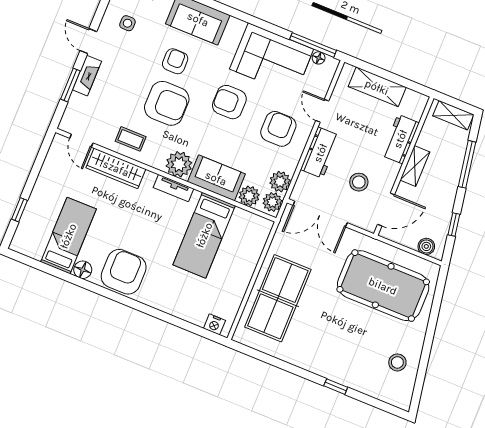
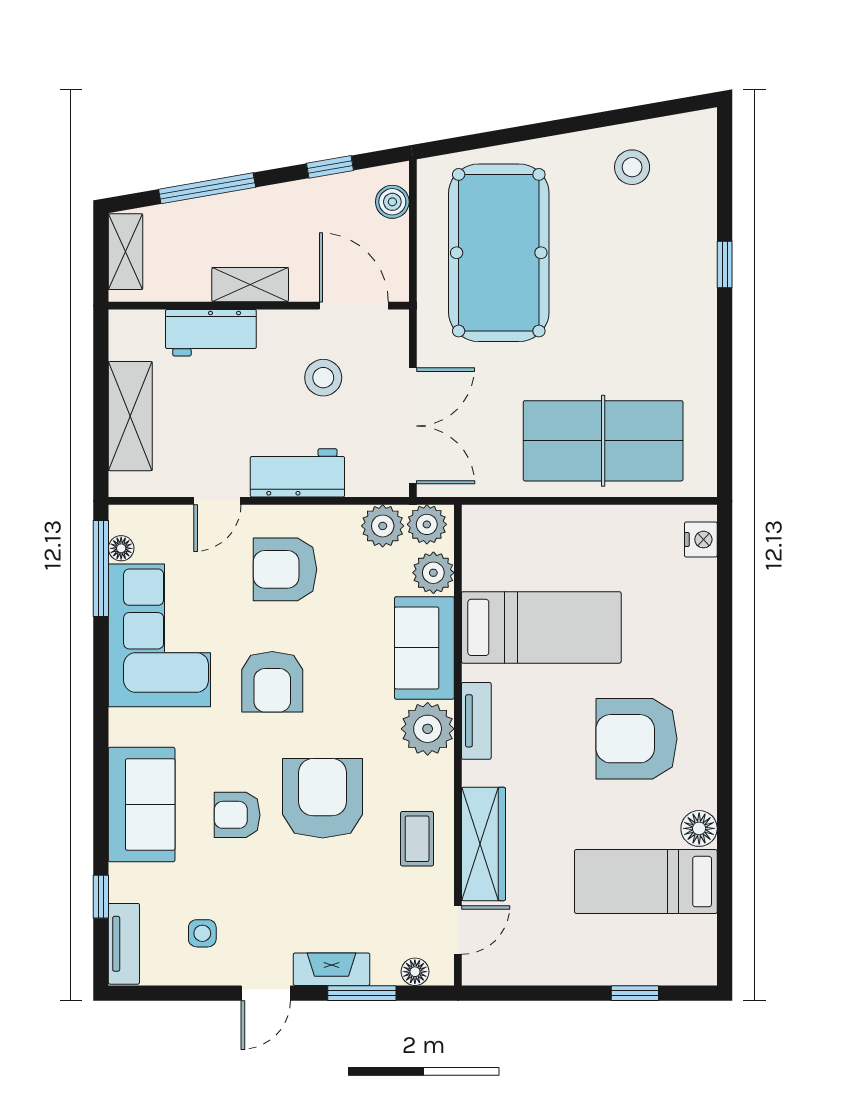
floor lamp: (70, 113) -> (415, 972), added
armchair: (124, 272) -> (636, 739), moved

